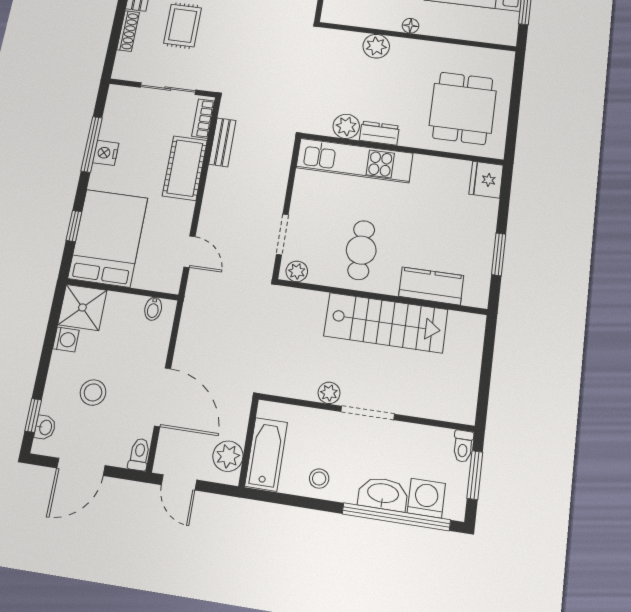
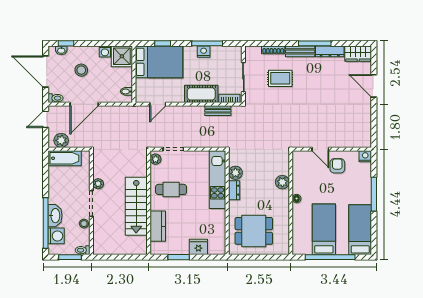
fridge: (486, 180) -> (198, 247), moved
door: (81, 467) -> (46, 71), width x1.36
stool: (319, 479) -> (84, 224), moved

